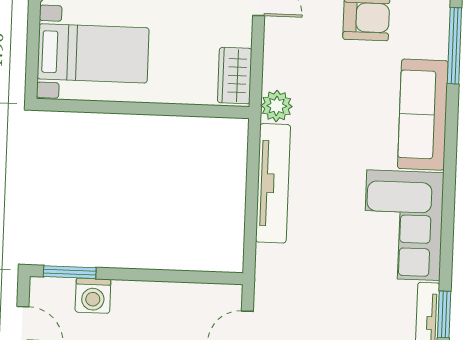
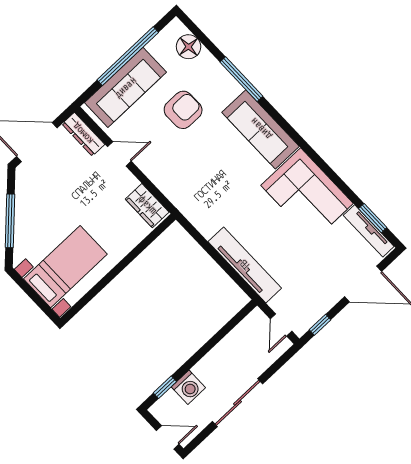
plant: (277, 106) -> (183, 199), removed
tv unit: (273, 183) -> (245, 265), moved
window: (70, 272) -> (165, 387), width x0.67

